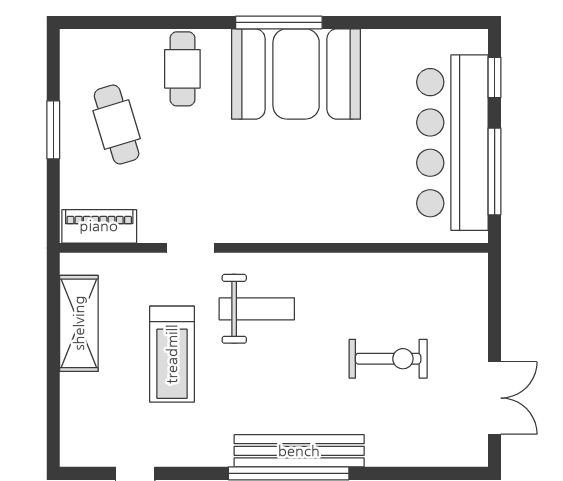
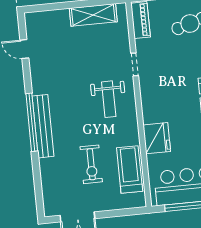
fridge: (348, 217) -> (157, 138), added
treadmill: (172, 354) -> (130, 169), moved, turned 90

